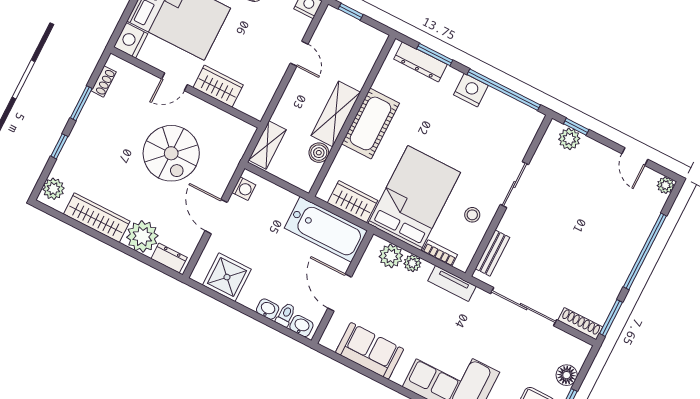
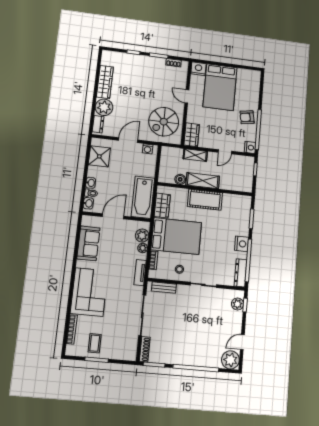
dresser: (420, 62) -> (241, 273), moved
wardrobe: (218, 86) -> (192, 135), moved
shelving: (267, 145) -> (195, 155), moved
spiral stairs: (171, 153) -> (164, 122), moved
plant: (665, 185) -> (230, 360), width x1.88, depth x1.88
plant: (53, 189) -> (111, 56), removed
floor lamp: (567, 375) -> (115, 353), removed

